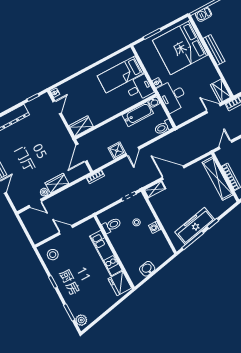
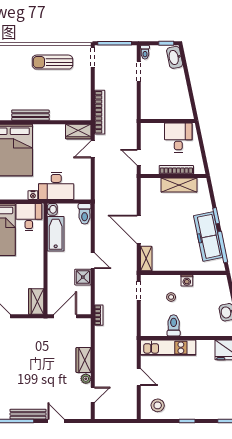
door: (82, 153) -> (65, 316), swing flipped
door: (173, 173) -> (139, 229), hinge flipped
shelving: (218, 179) -> (179, 185), width x0.68
toilet: (112, 225) -> (174, 325), moved
door: (66, 230) -> (139, 377), swing flipped
kitchen unit: (106, 253) -> (168, 348), moved

